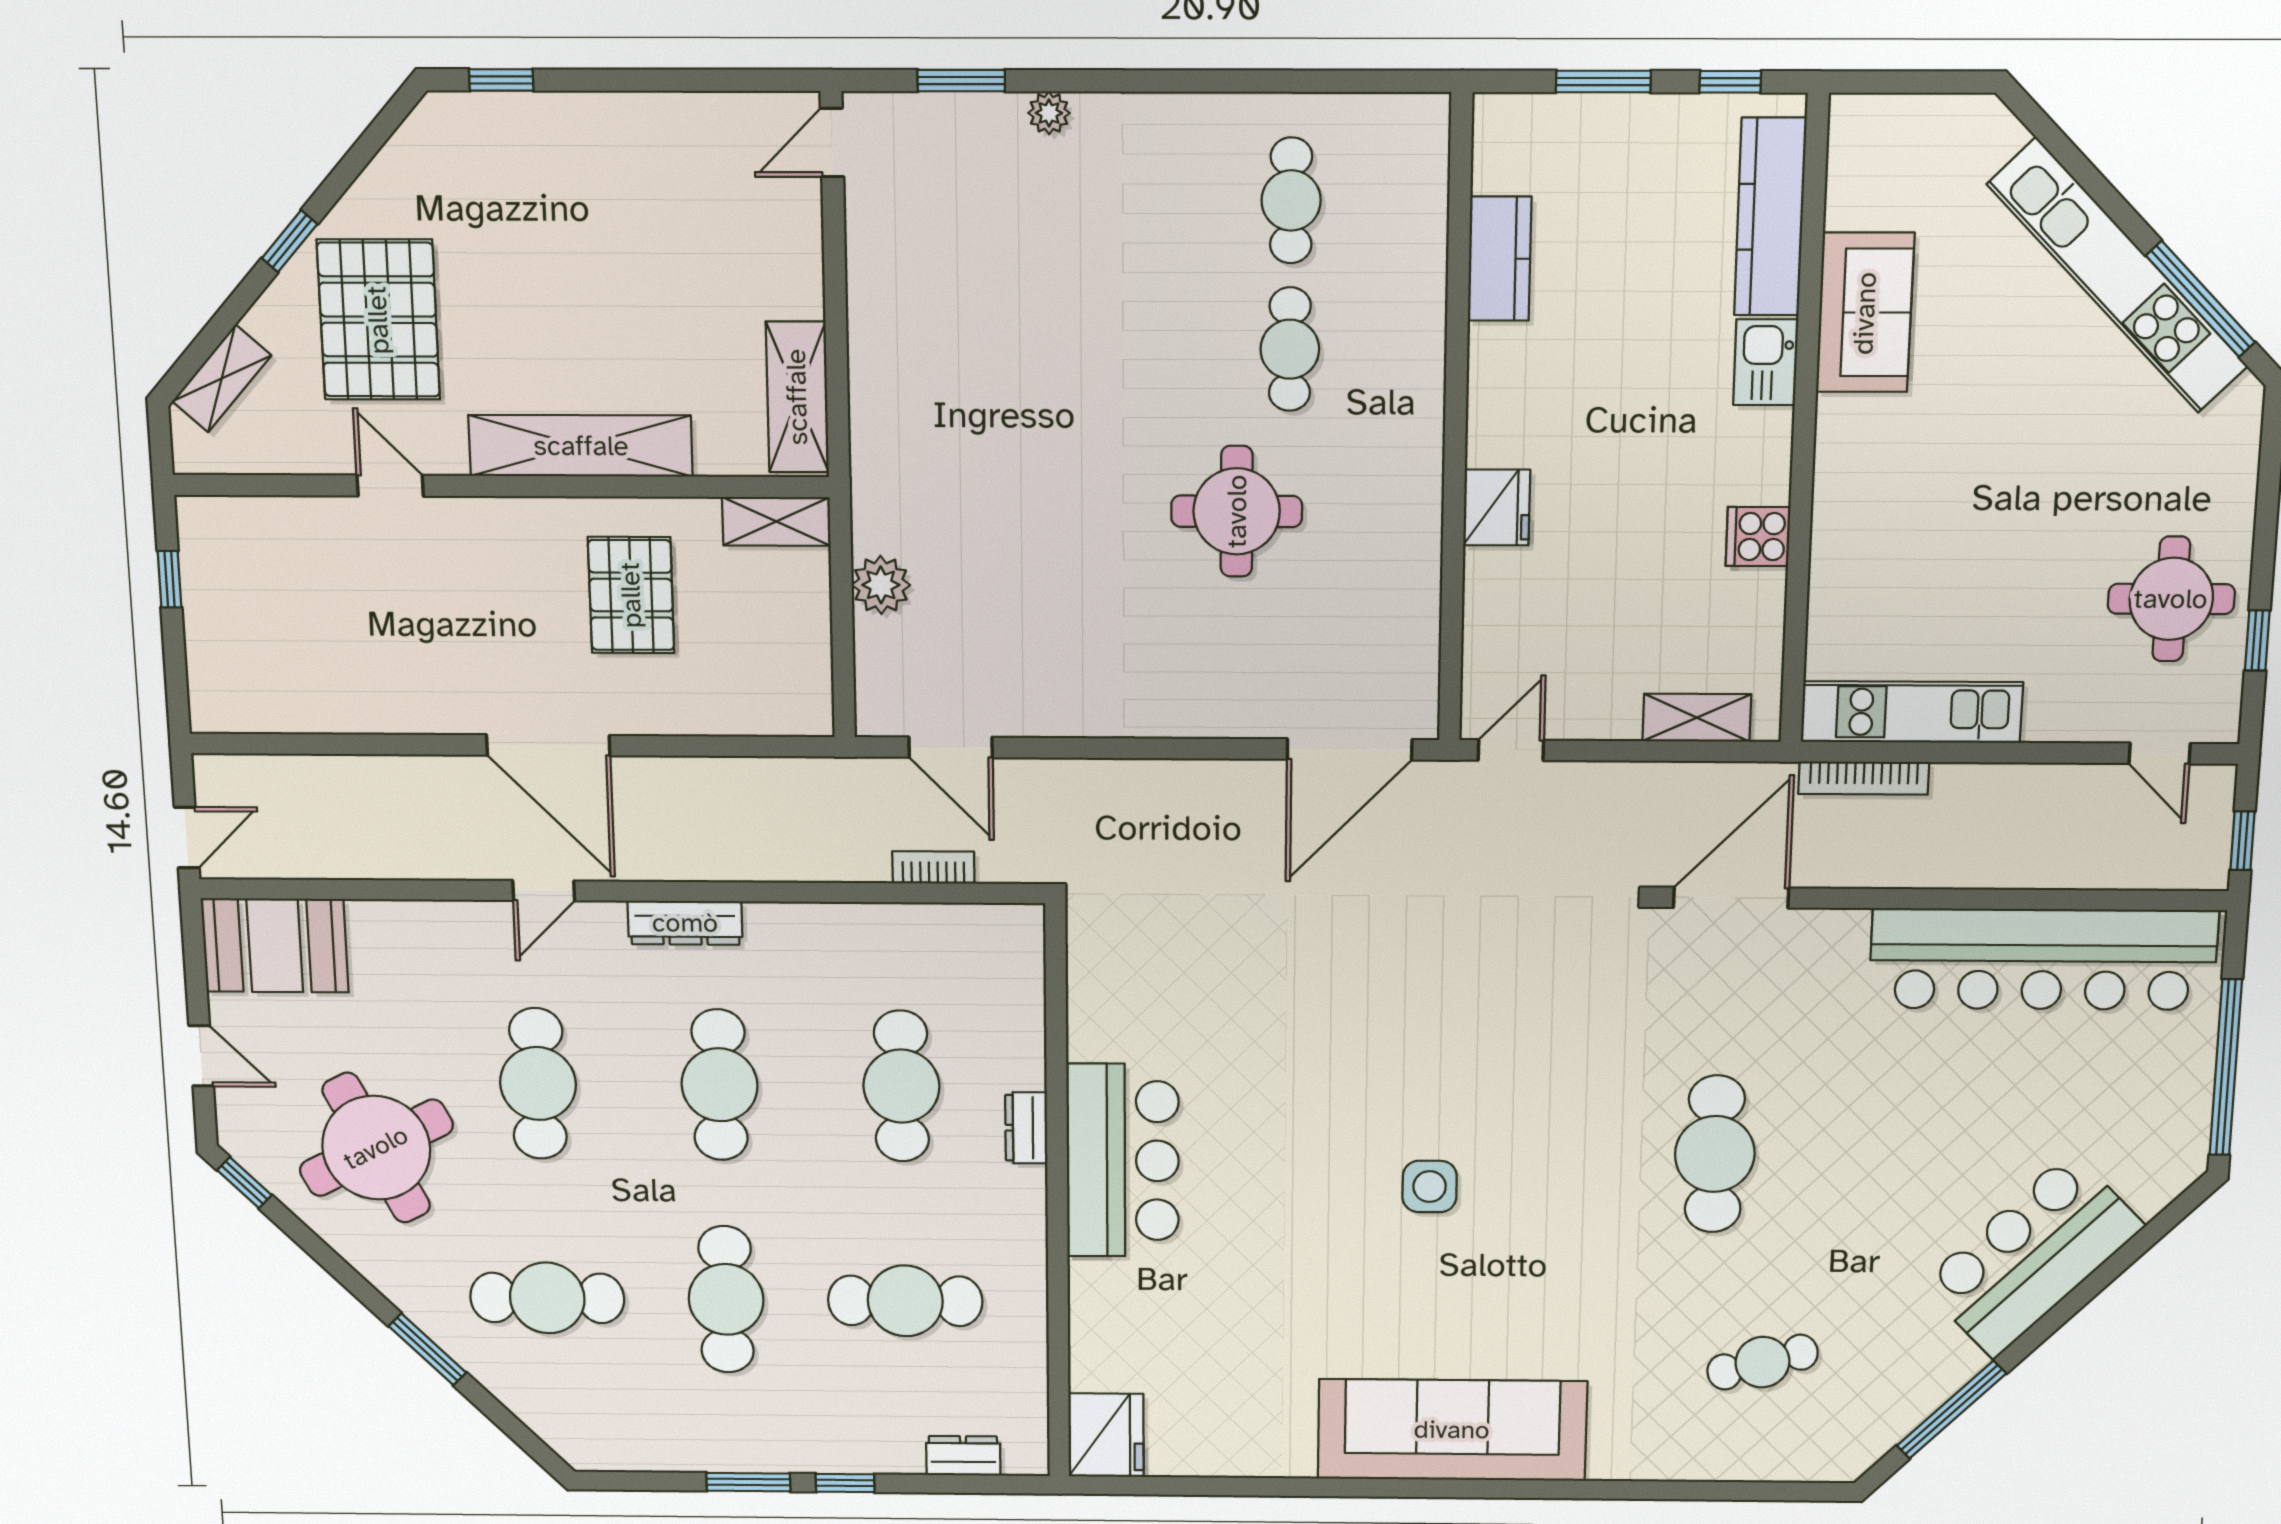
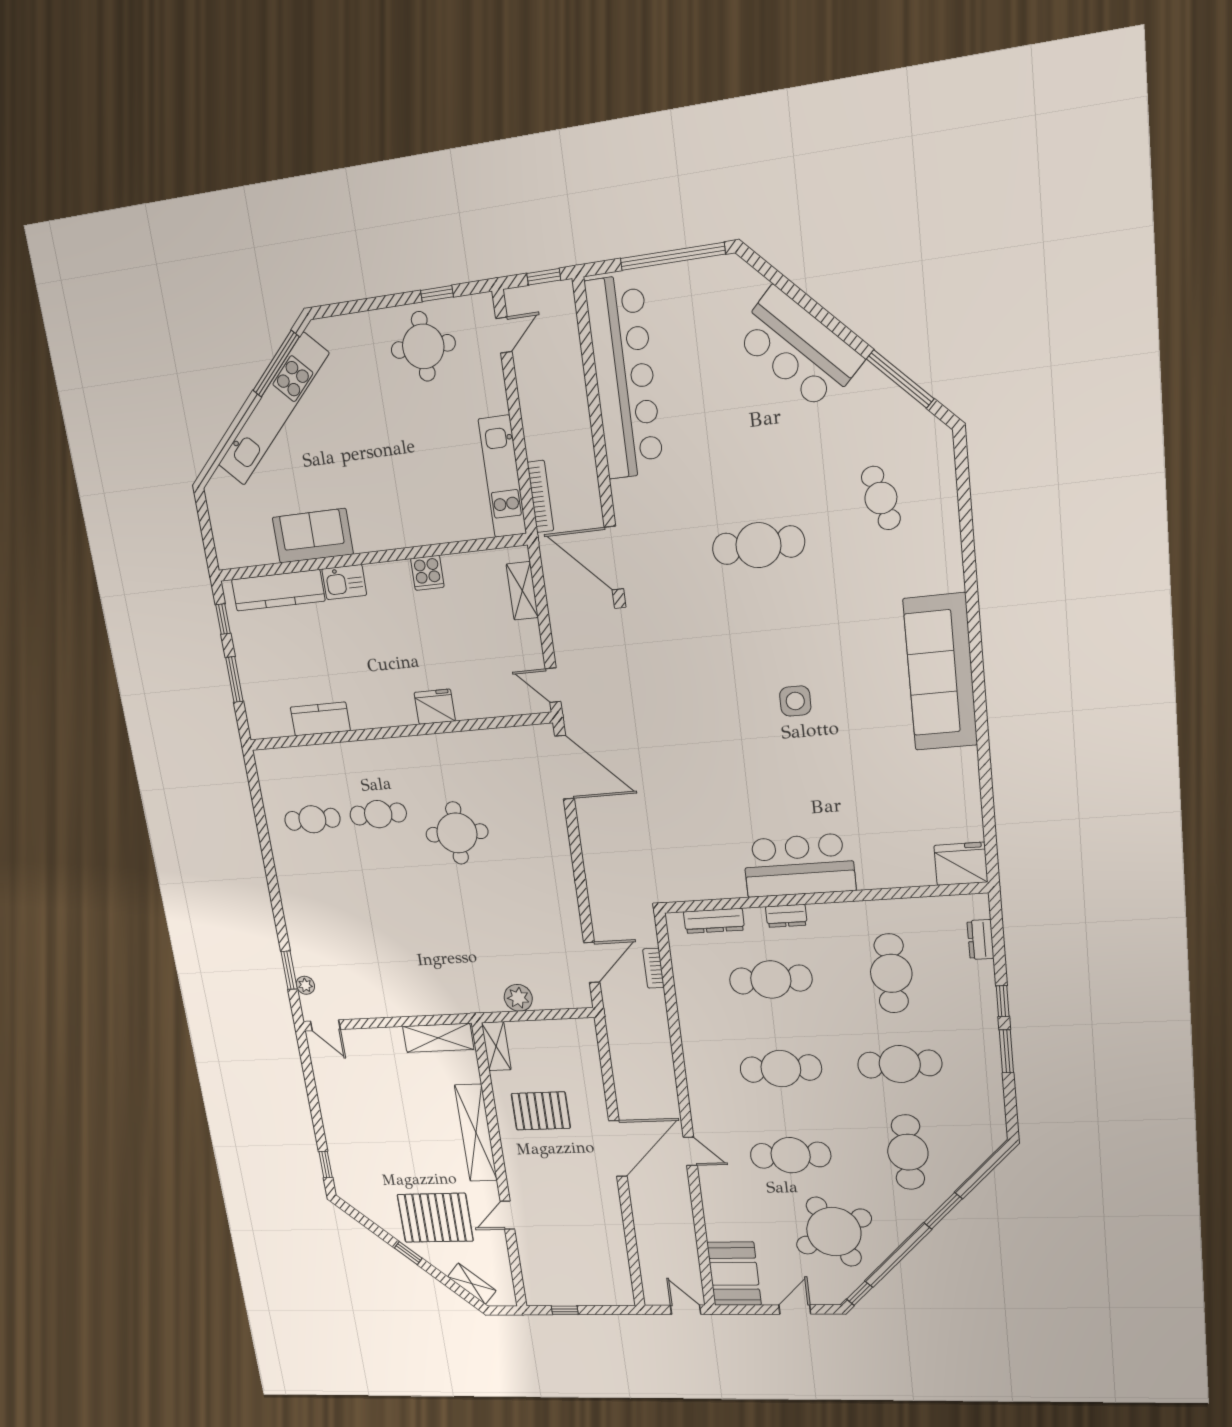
plant: (1049, 113) -> (305, 985), moved
dresser: (685, 923) -> (714, 921), moved, turned 90

